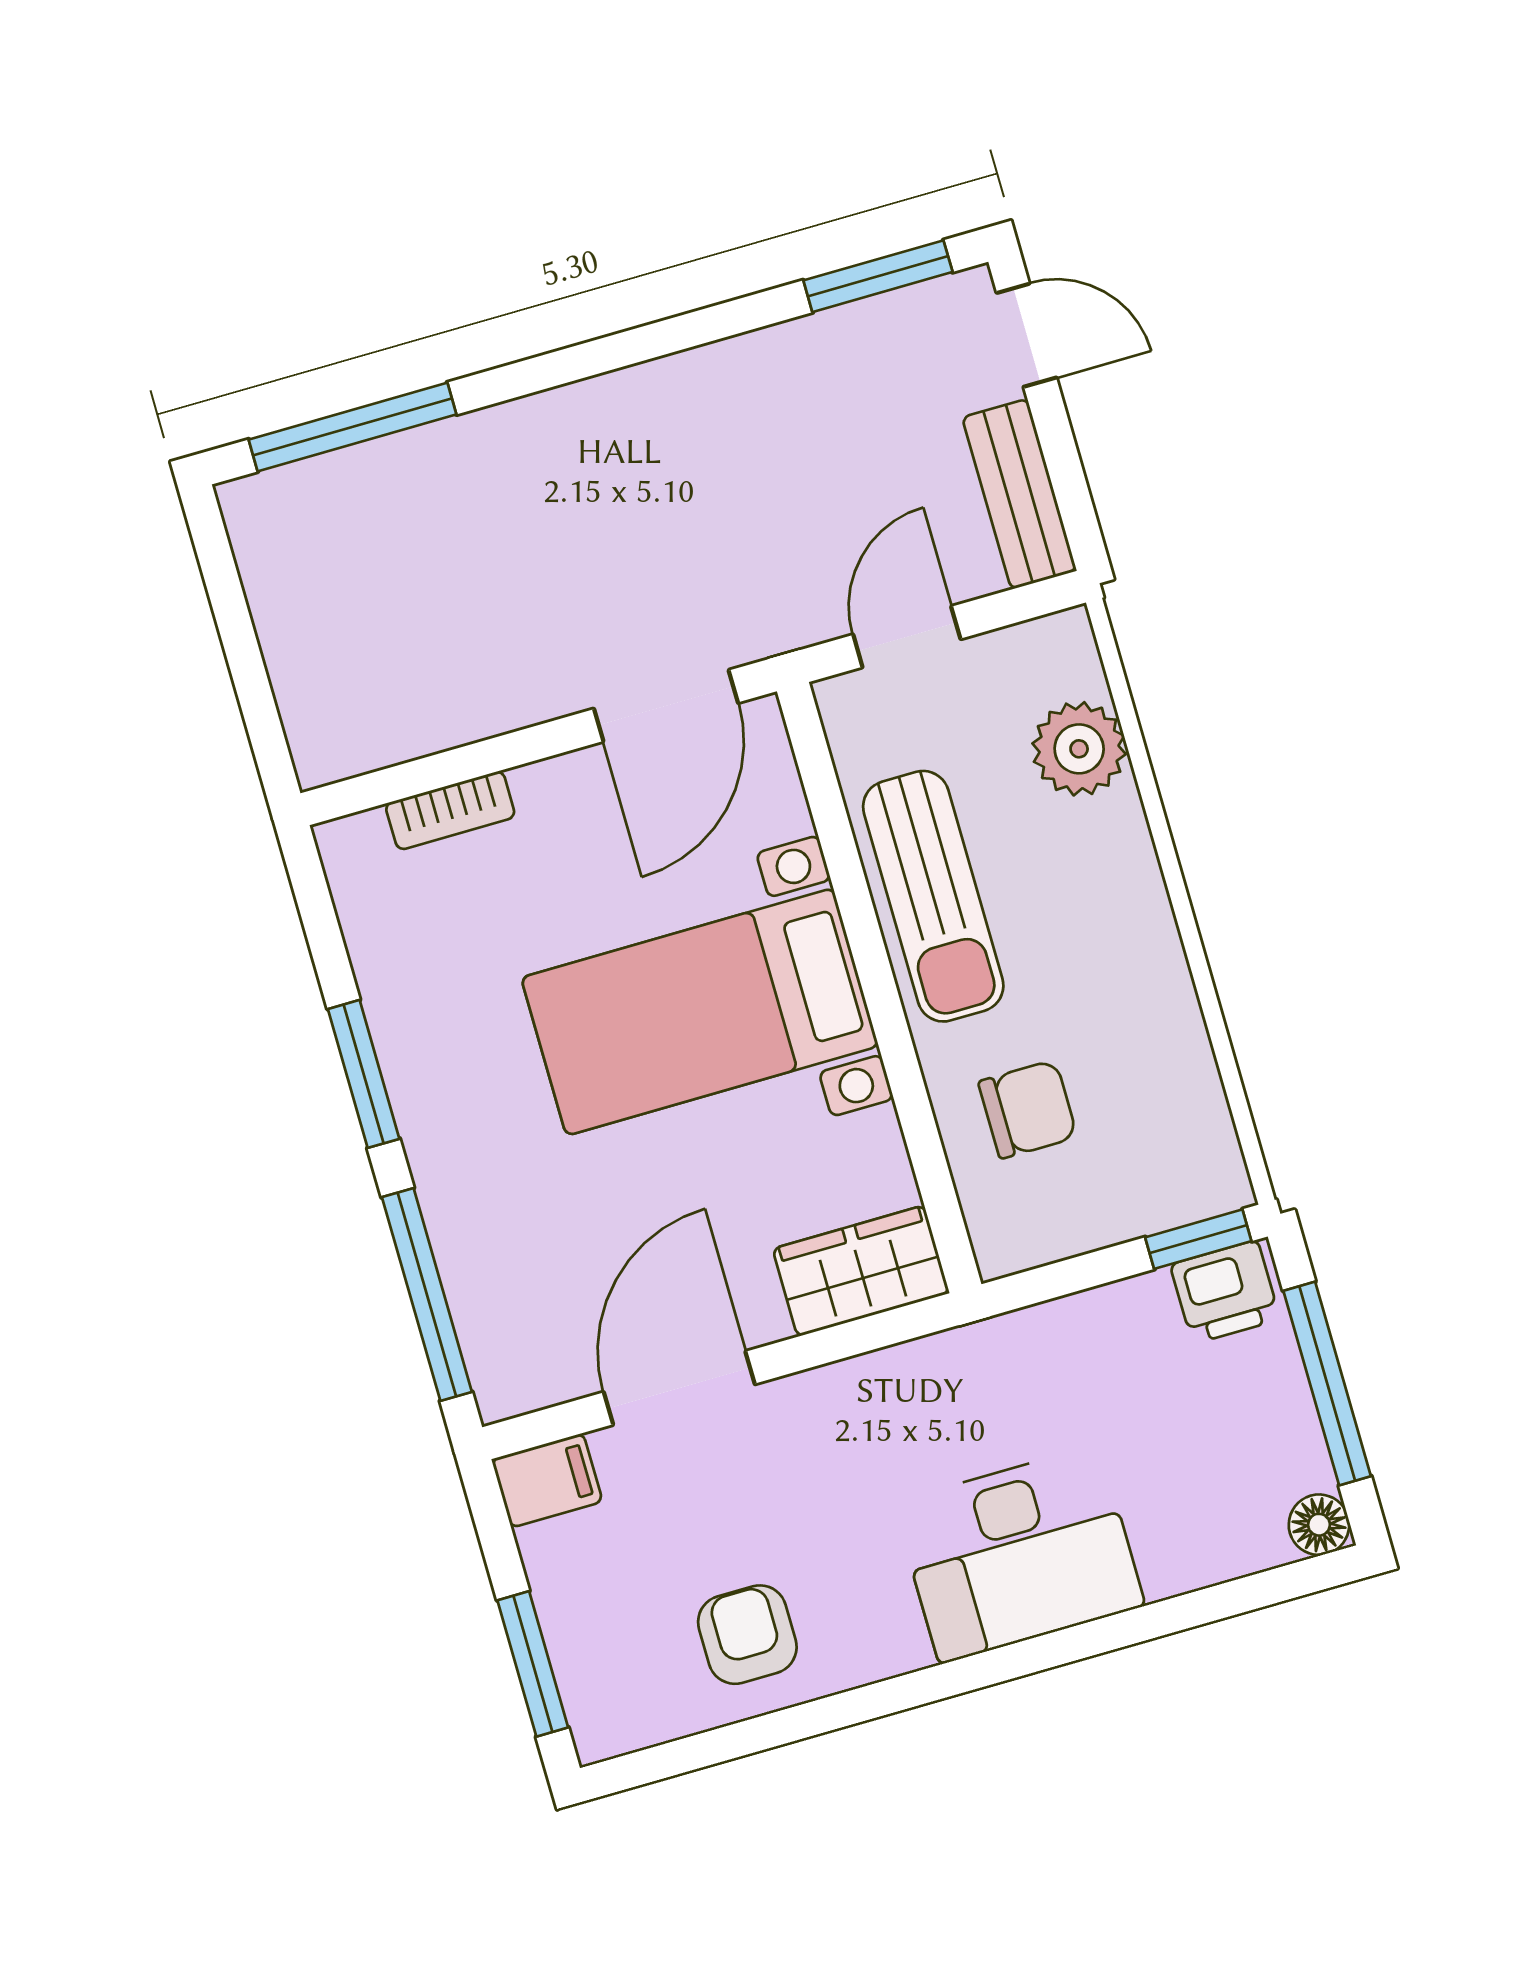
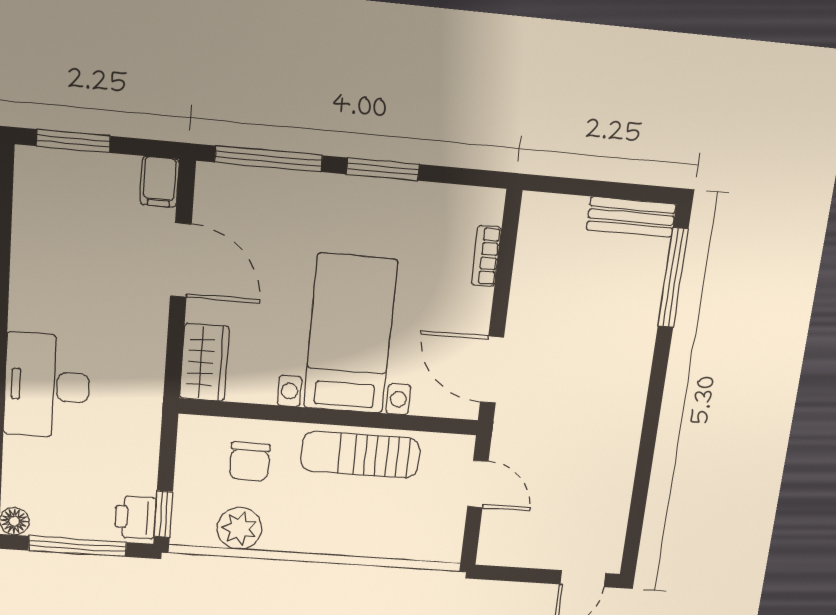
window: (878, 276) -> (635, 527), removed
bench: (1019, 494) -> (631, 217), moved
plant: (1079, 749) -> (239, 528), moved
armchair: (747, 1635) -> (52, 248), removed

